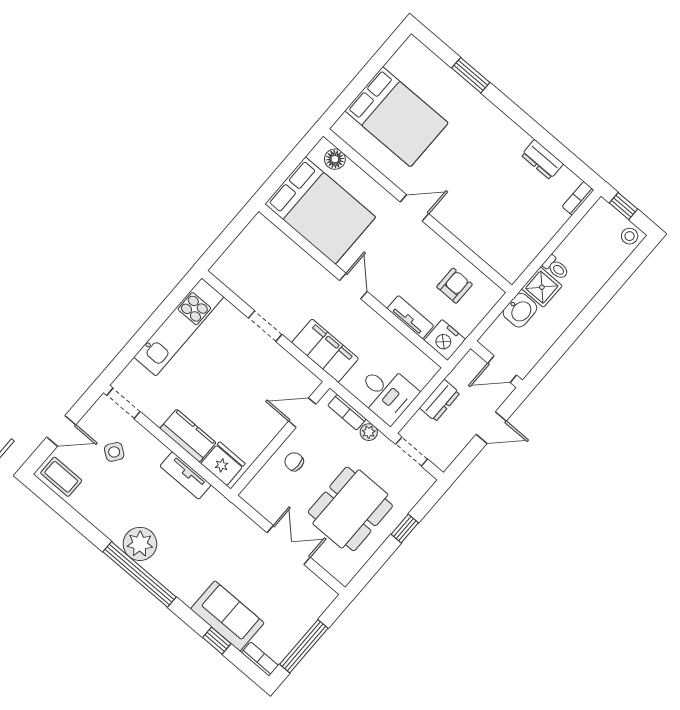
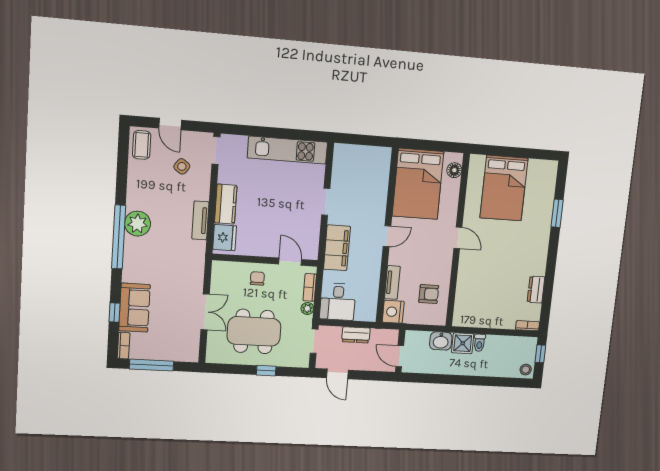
door: (491, 428) -> (337, 374), moved

